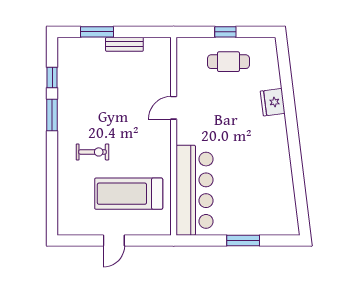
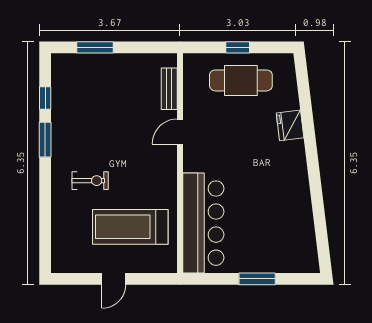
bench: (124, 44) -> (169, 89), moved, turned 90
cafe table: (228, 62) -> (241, 80), width x1.37, depth x1.35

